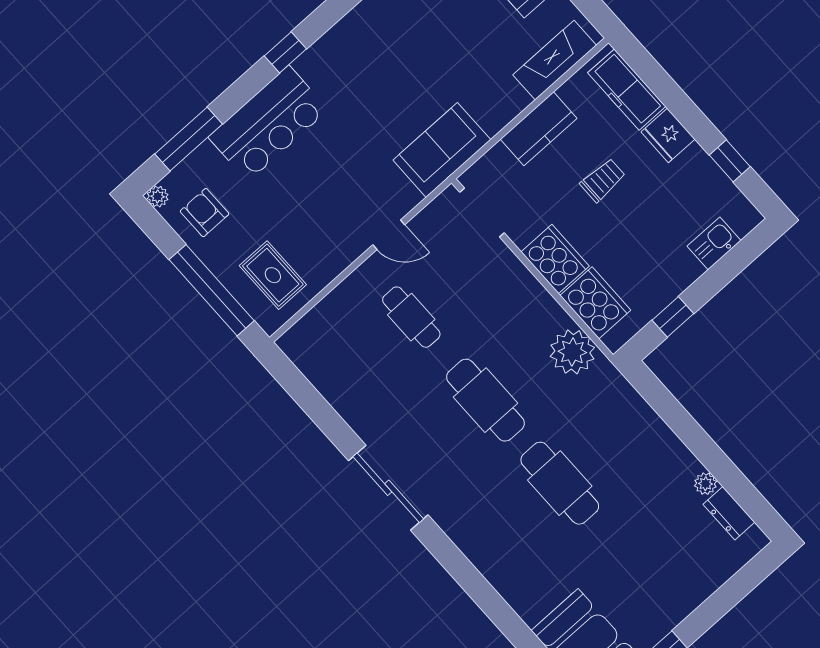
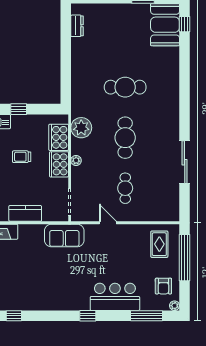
trolley: (603, 180) -> (22, 157), moved
window: (673, 317) -> (19, 109), moved
cafe table: (560, 483) -> (125, 87), turned 90
plant: (705, 484) -> (76, 160), moved
sliding door: (388, 488) -> (185, 162), moved

